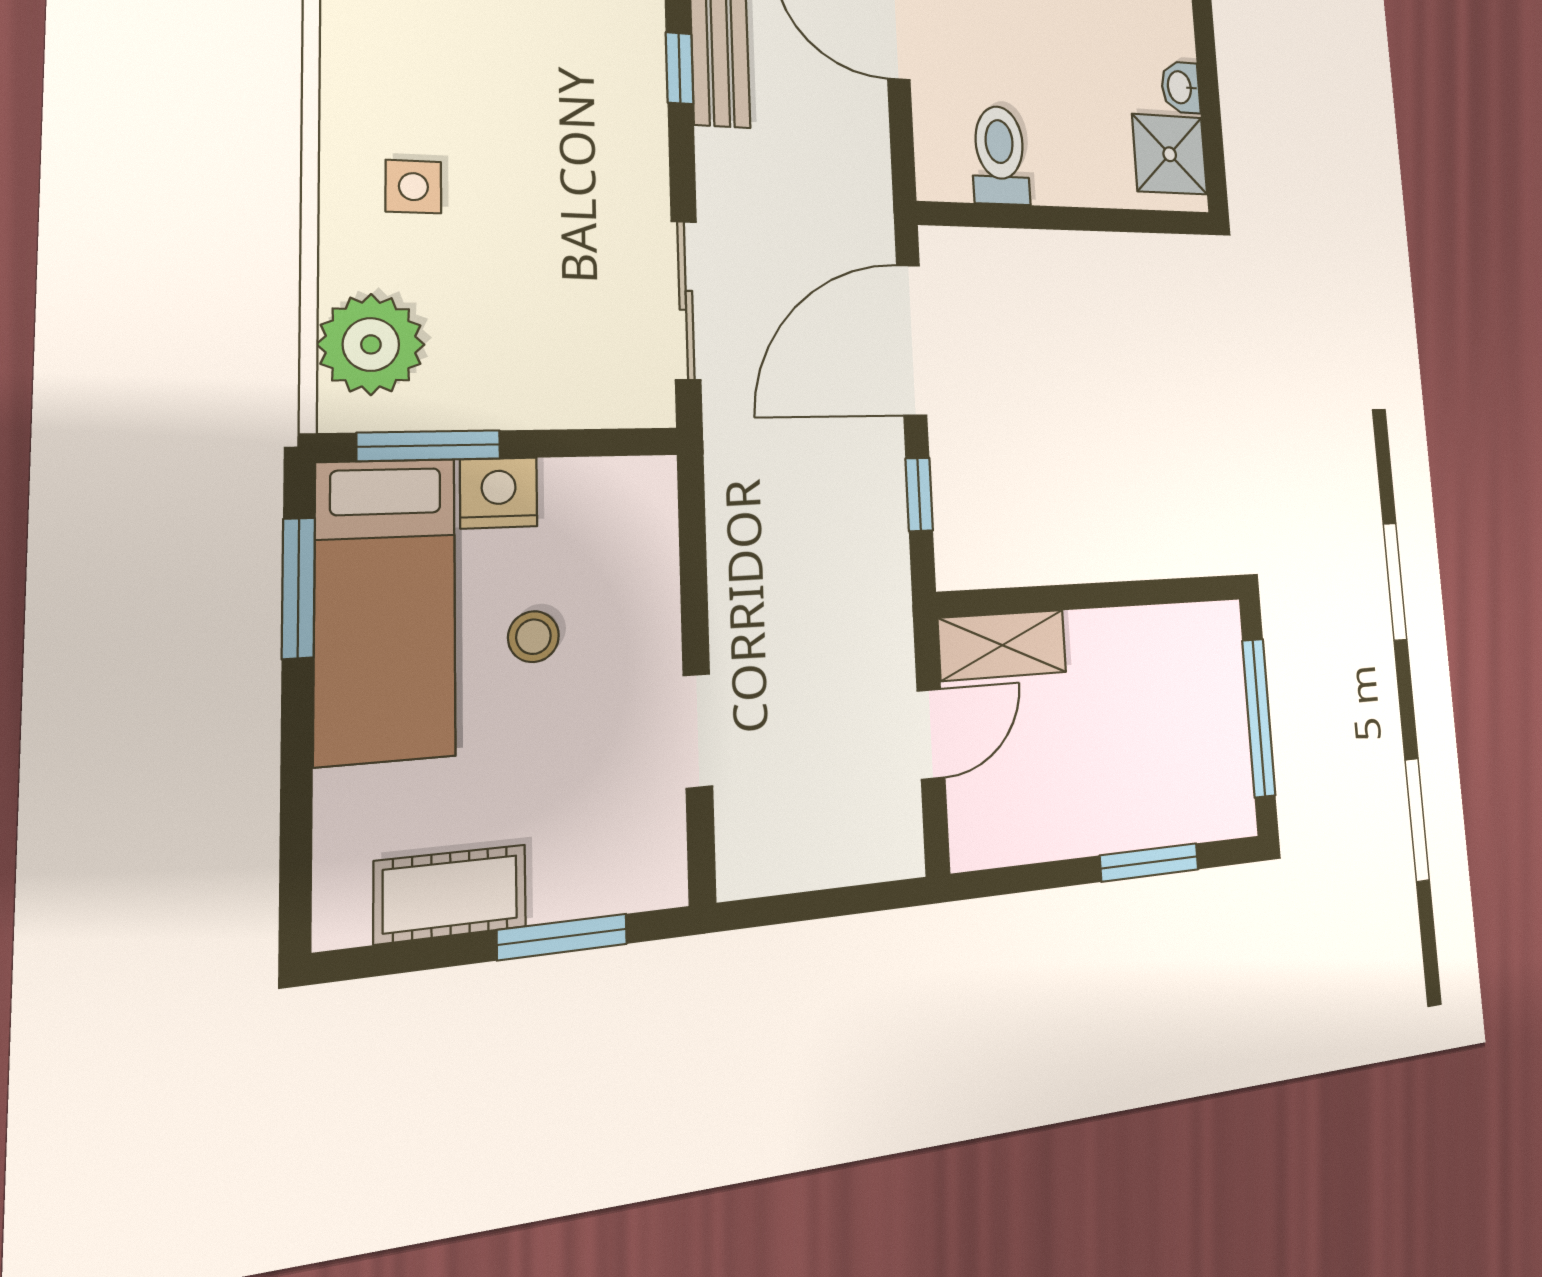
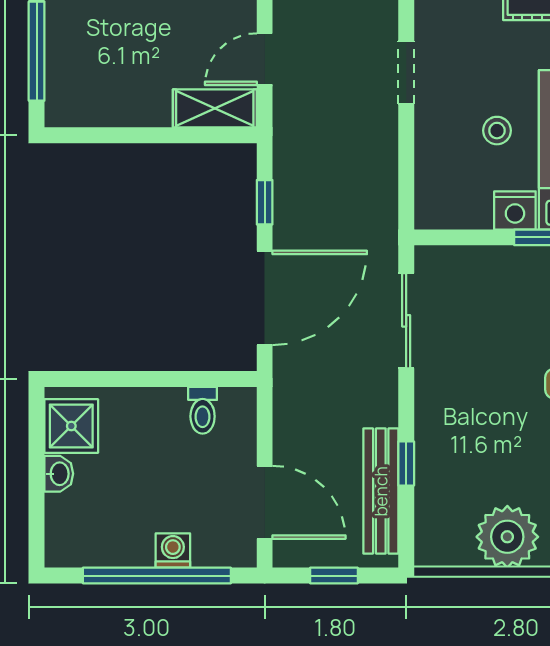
toilet: (1000, 155) -> (203, 410), width x0.73, depth x0.72

